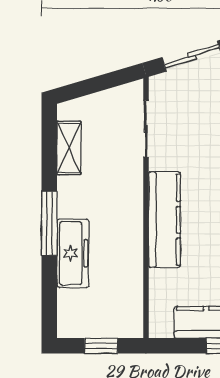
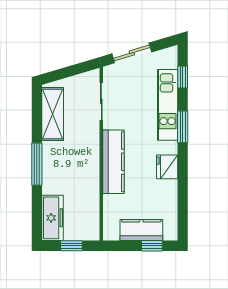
shelving: (69, 148) -> (53, 114), width x1.50, depth x1.33
freezer: (73, 253) -> (53, 218), moved

